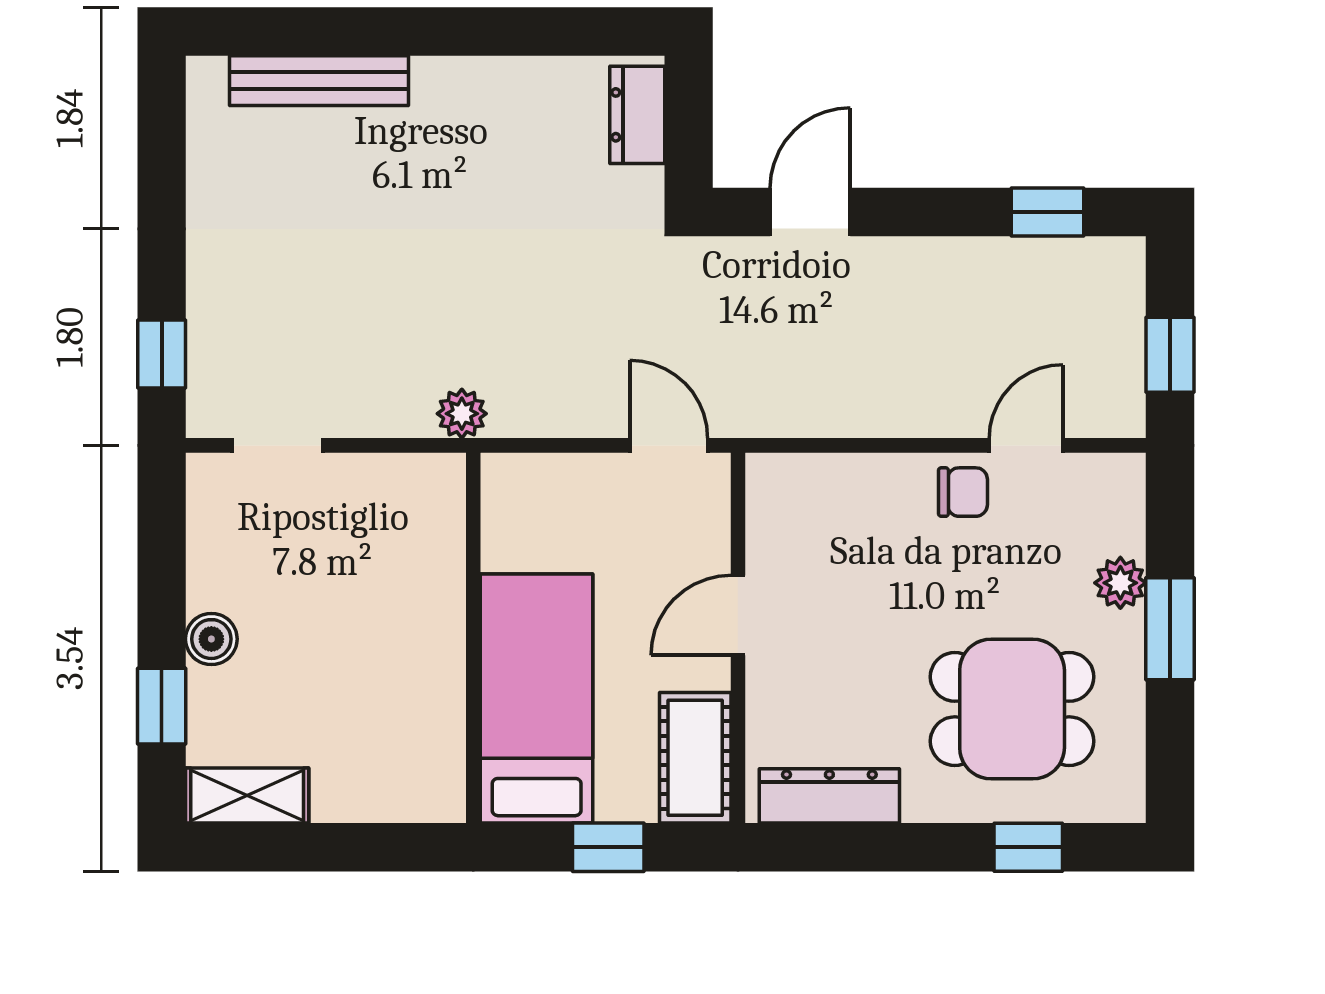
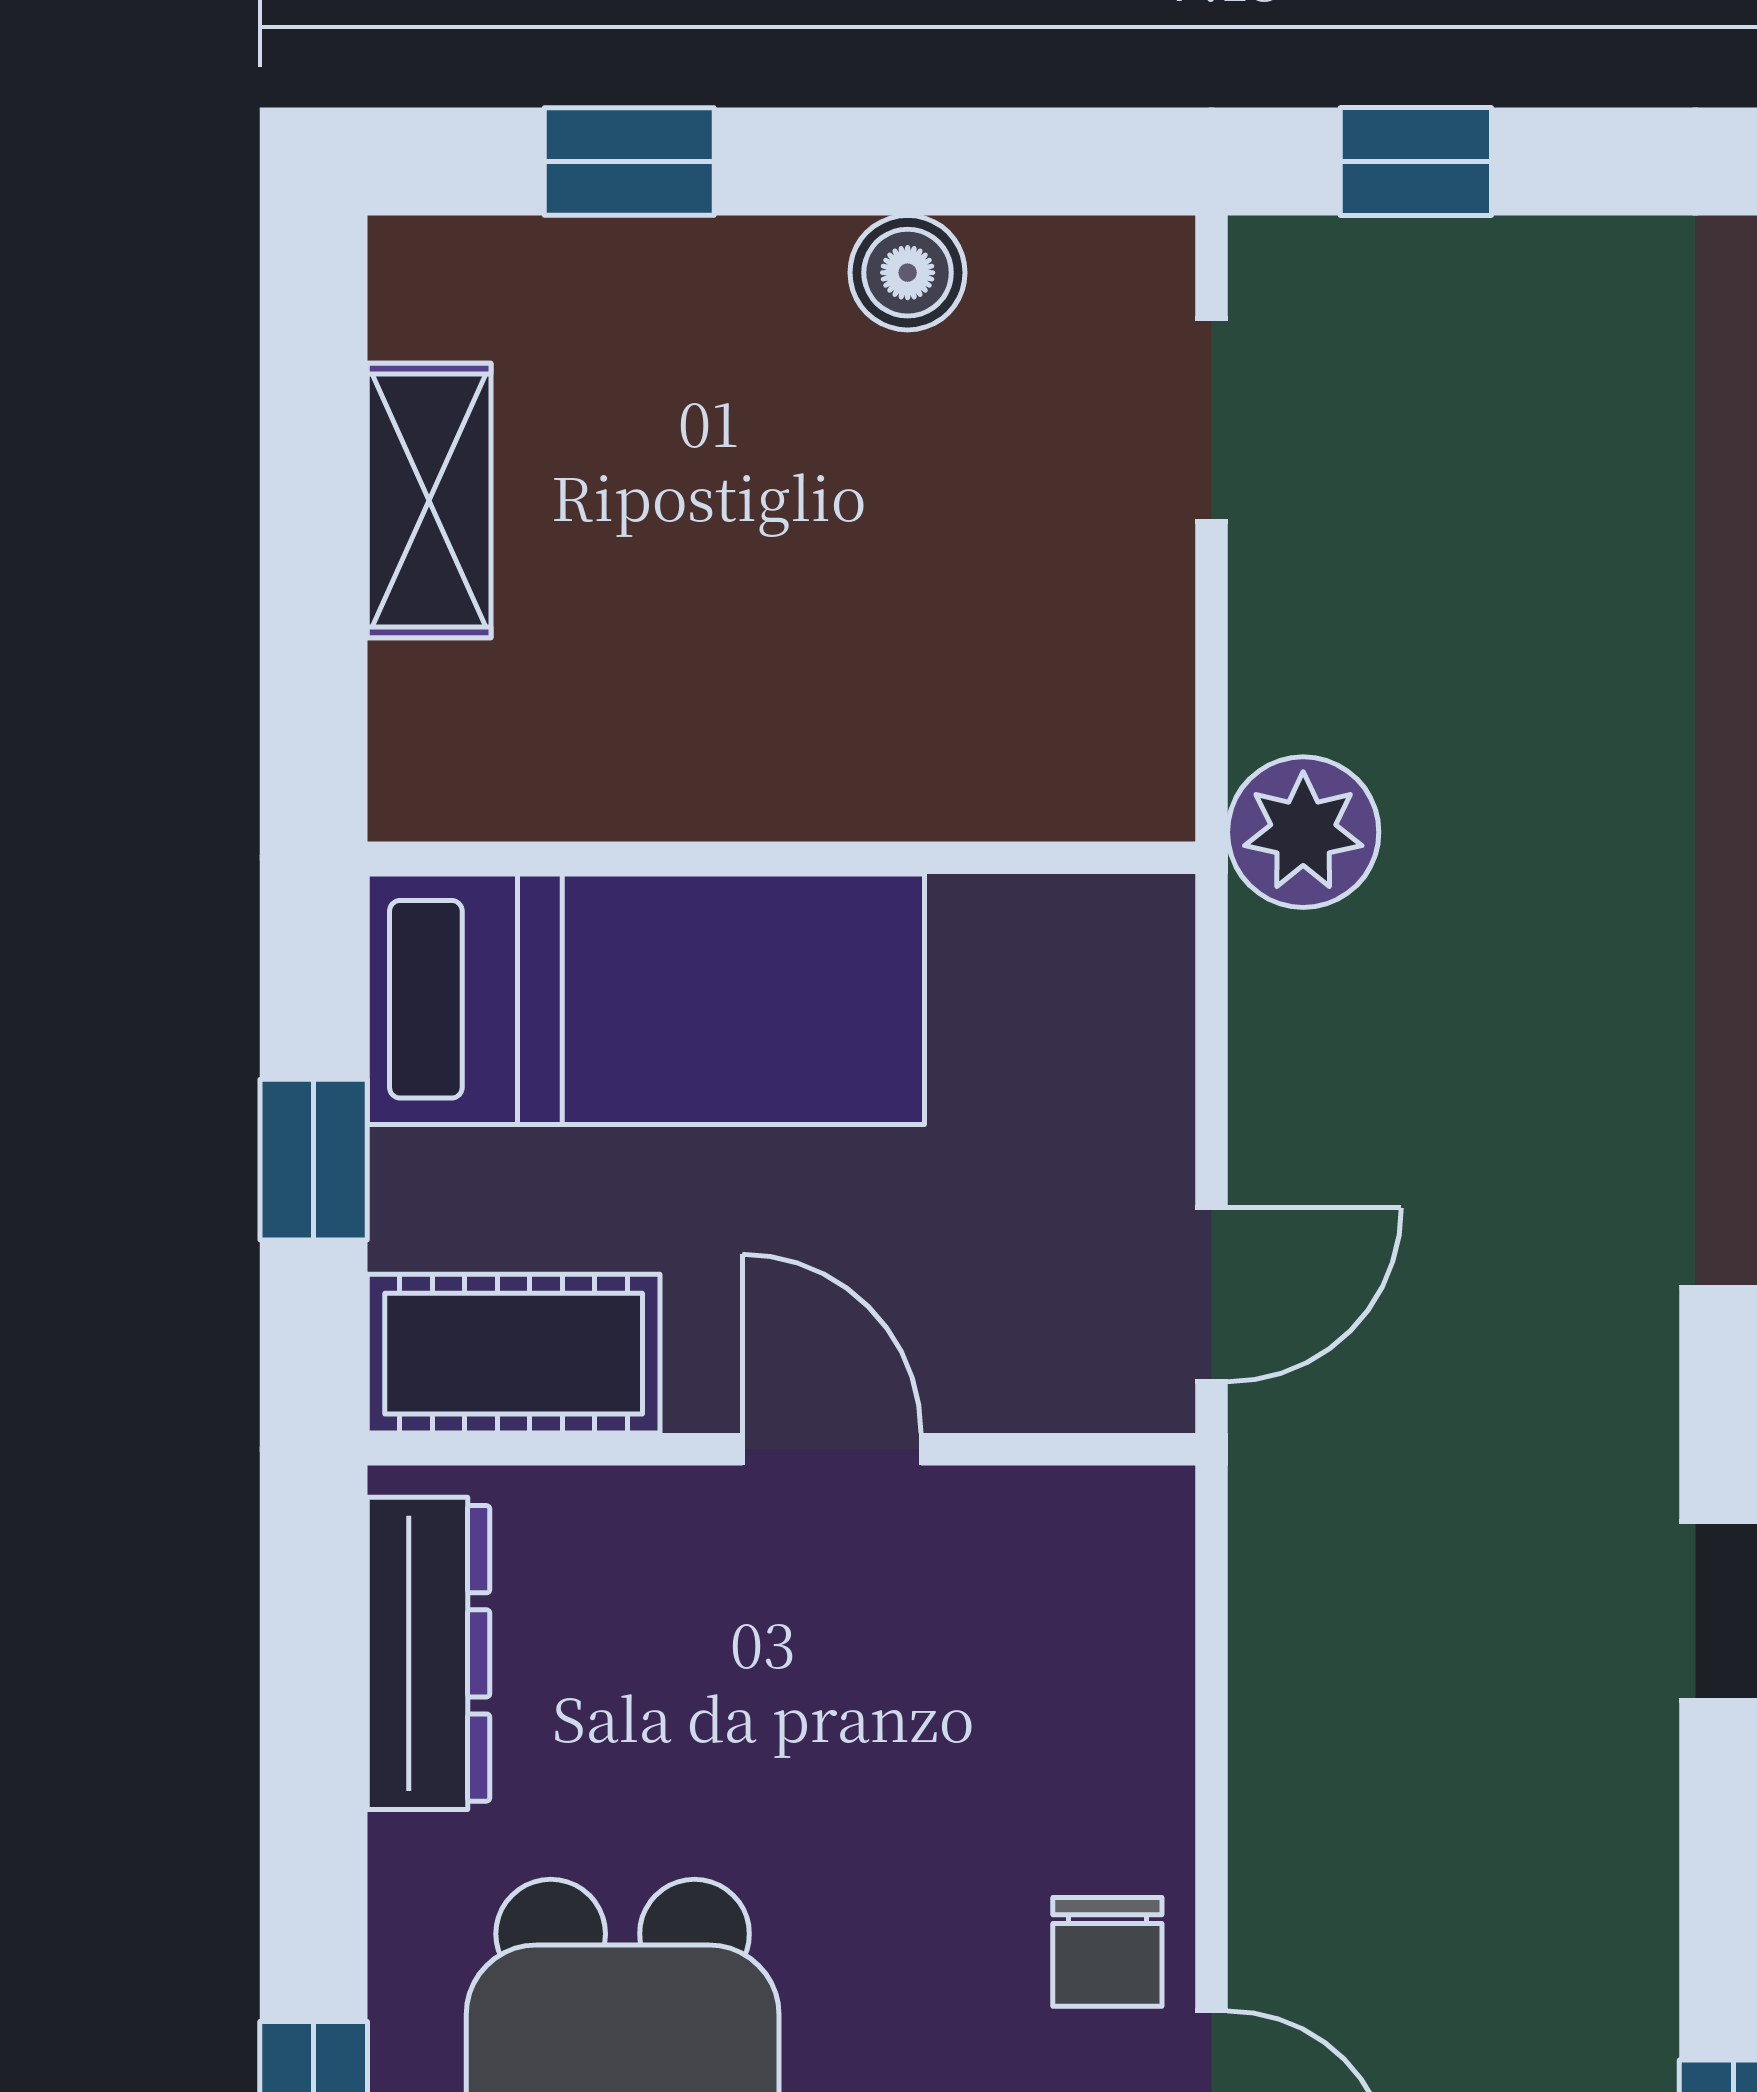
plant: (462, 414) -> (1303, 832), width x1.38, depth x1.38
boiler: (211, 639) -> (908, 273), moved
shelving: (247, 796) -> (429, 501), moved

